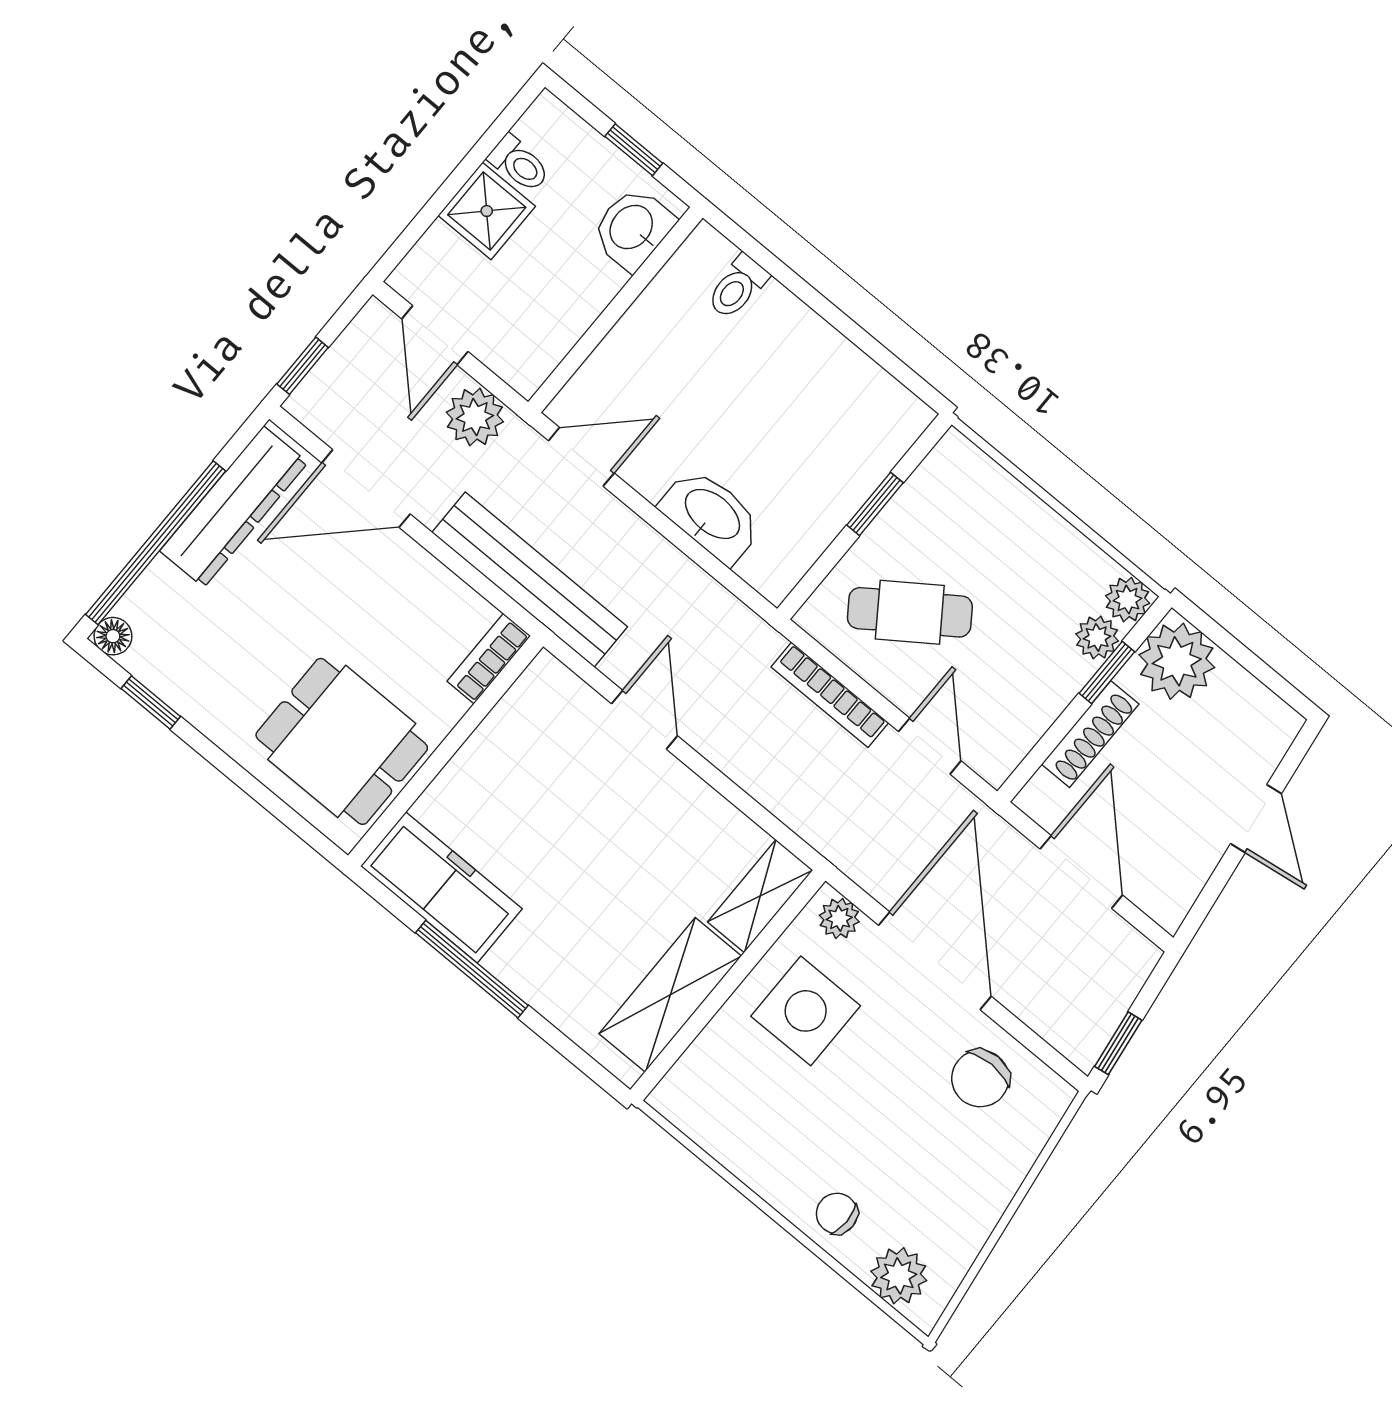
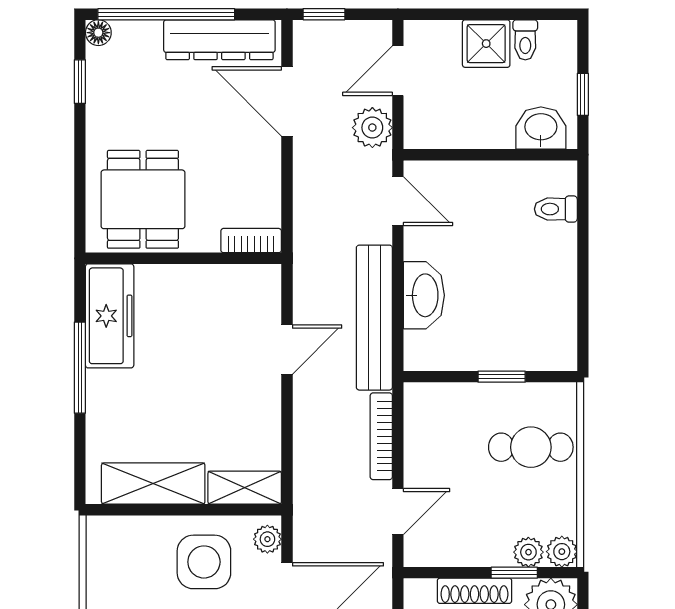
bench: (530, 580) -> (374, 318), moved
cafe table: (910, 612) -> (531, 447), moved, turned -55

